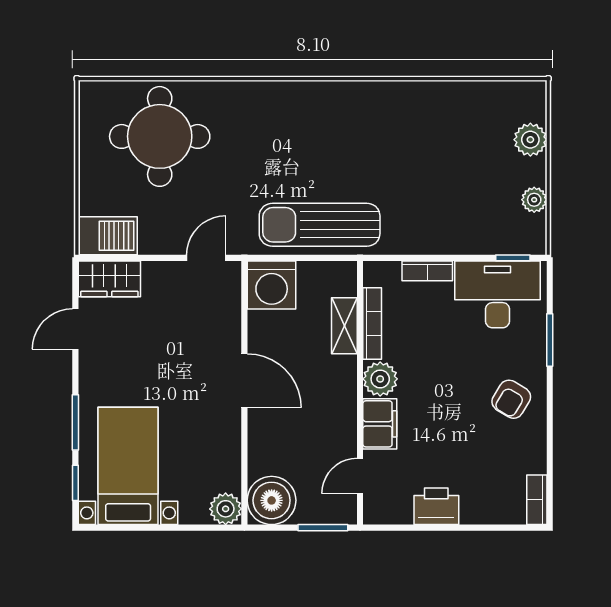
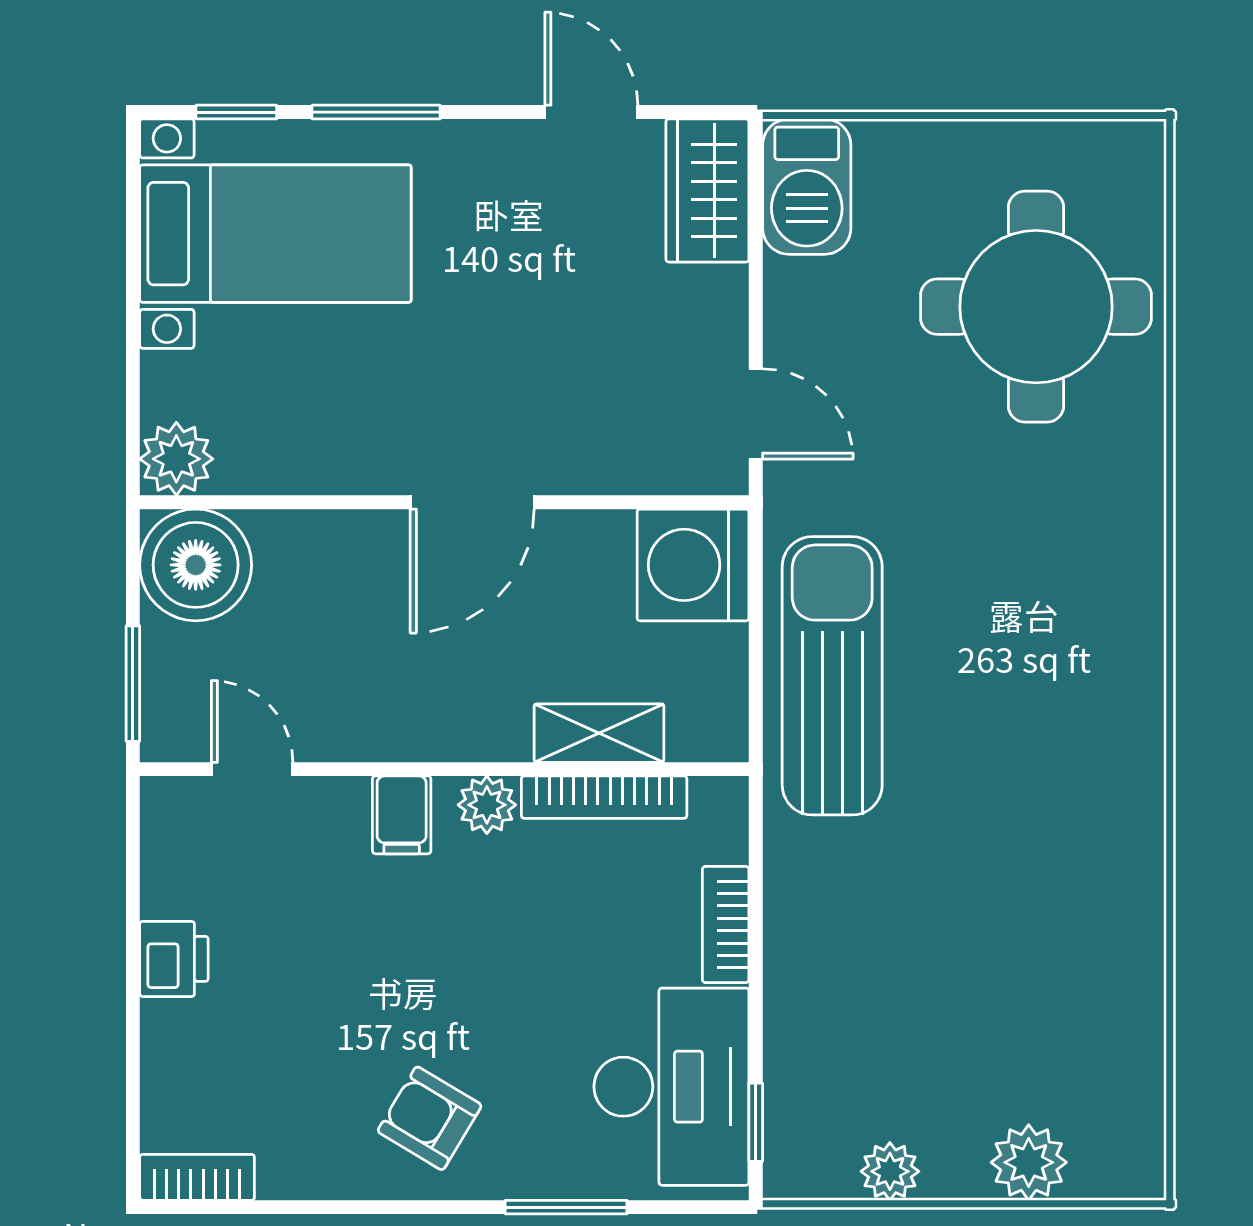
plant: (380, 379) -> (487, 805), width x0.73, depth x0.73
filing cabinet: (380, 424) -> (402, 815), width x0.50
printer: (436, 506) -> (174, 959), width x0.73, depth x0.81

